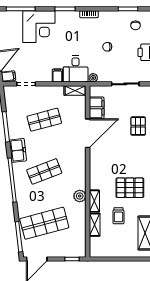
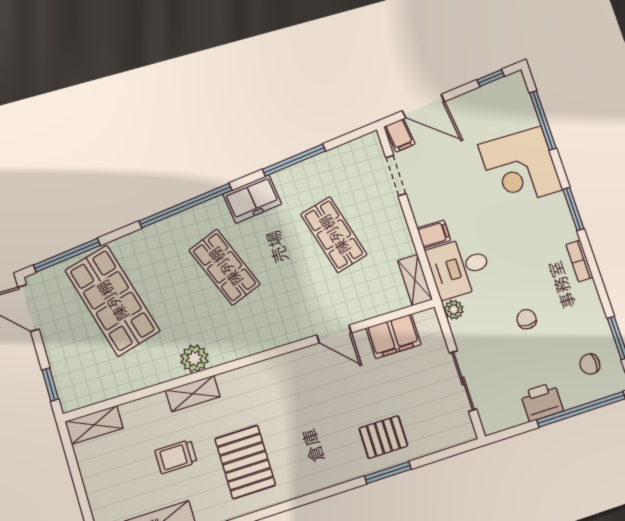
door: (88, 133) -> (334, 334), width x0.53
shelving: (95, 225) -> (94, 425), moved

